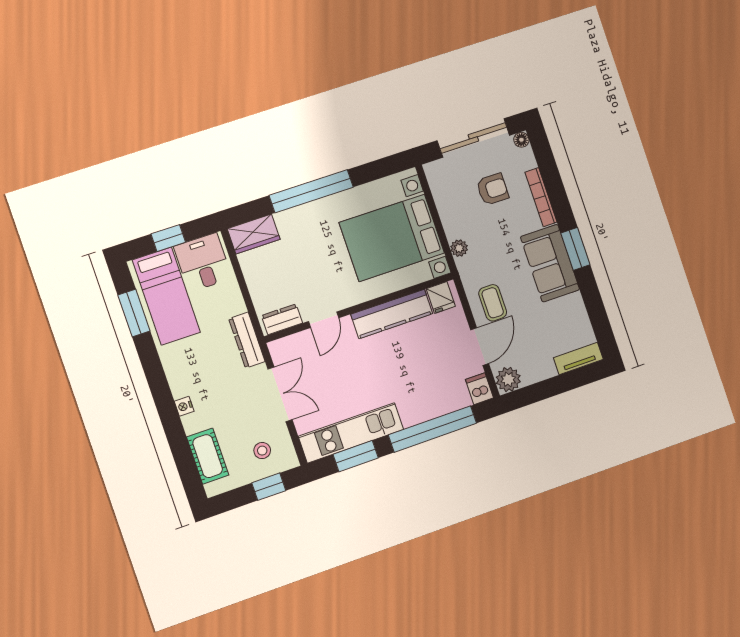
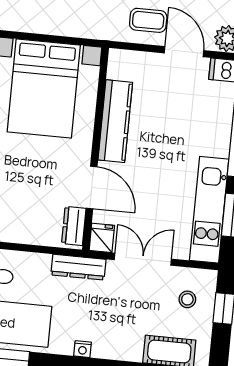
plant: (459, 248) -> (82, 29), removed
fridge: (441, 297) -> (102, 238), moved, turned -90
door: (324, 320) -> (92, 187), width x1.38
nightstand: (184, 406) -> (83, 349), moved

